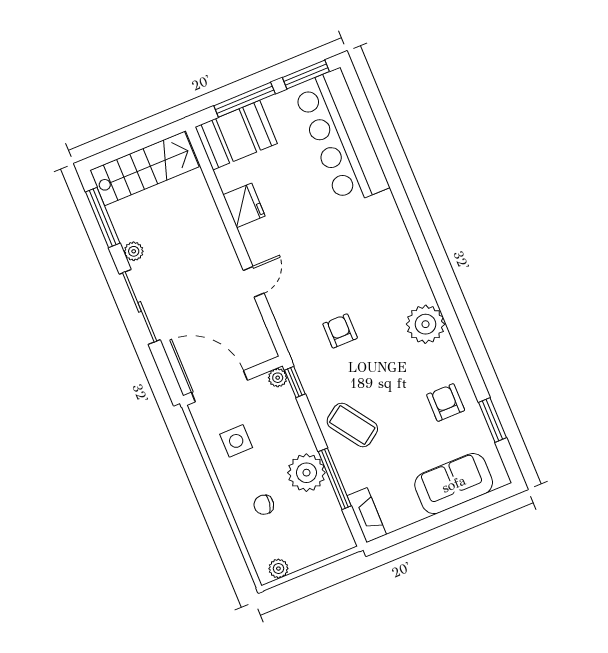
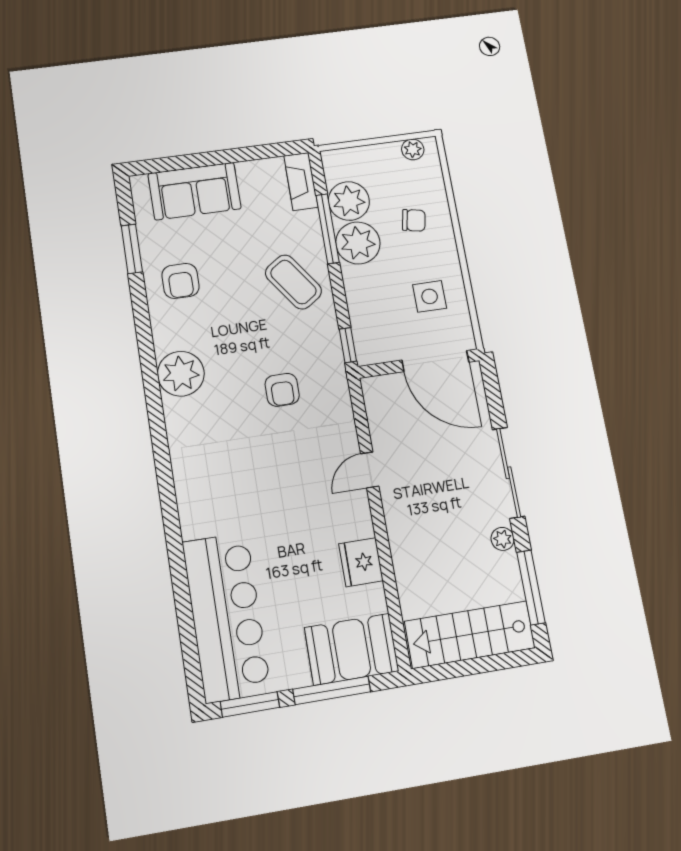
plant: (278, 378) -> (349, 201), moved, width x1.87, depth x1.87

